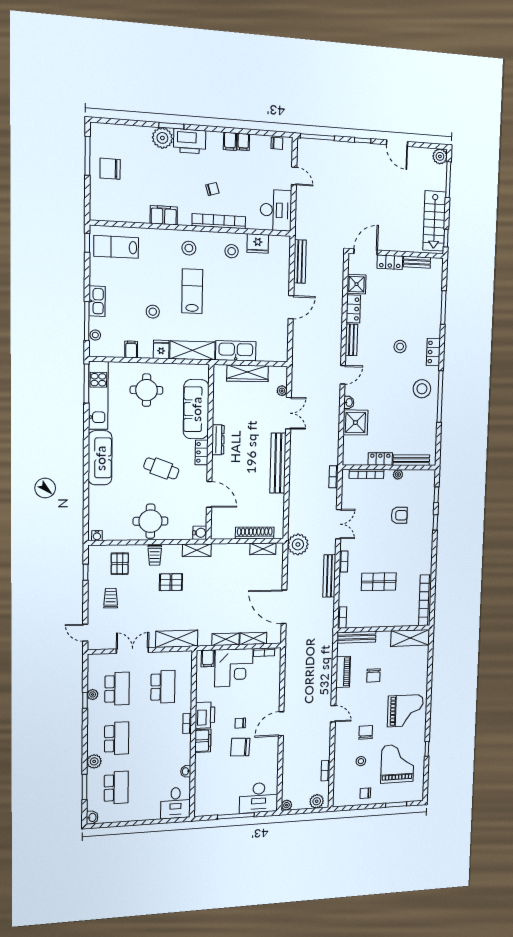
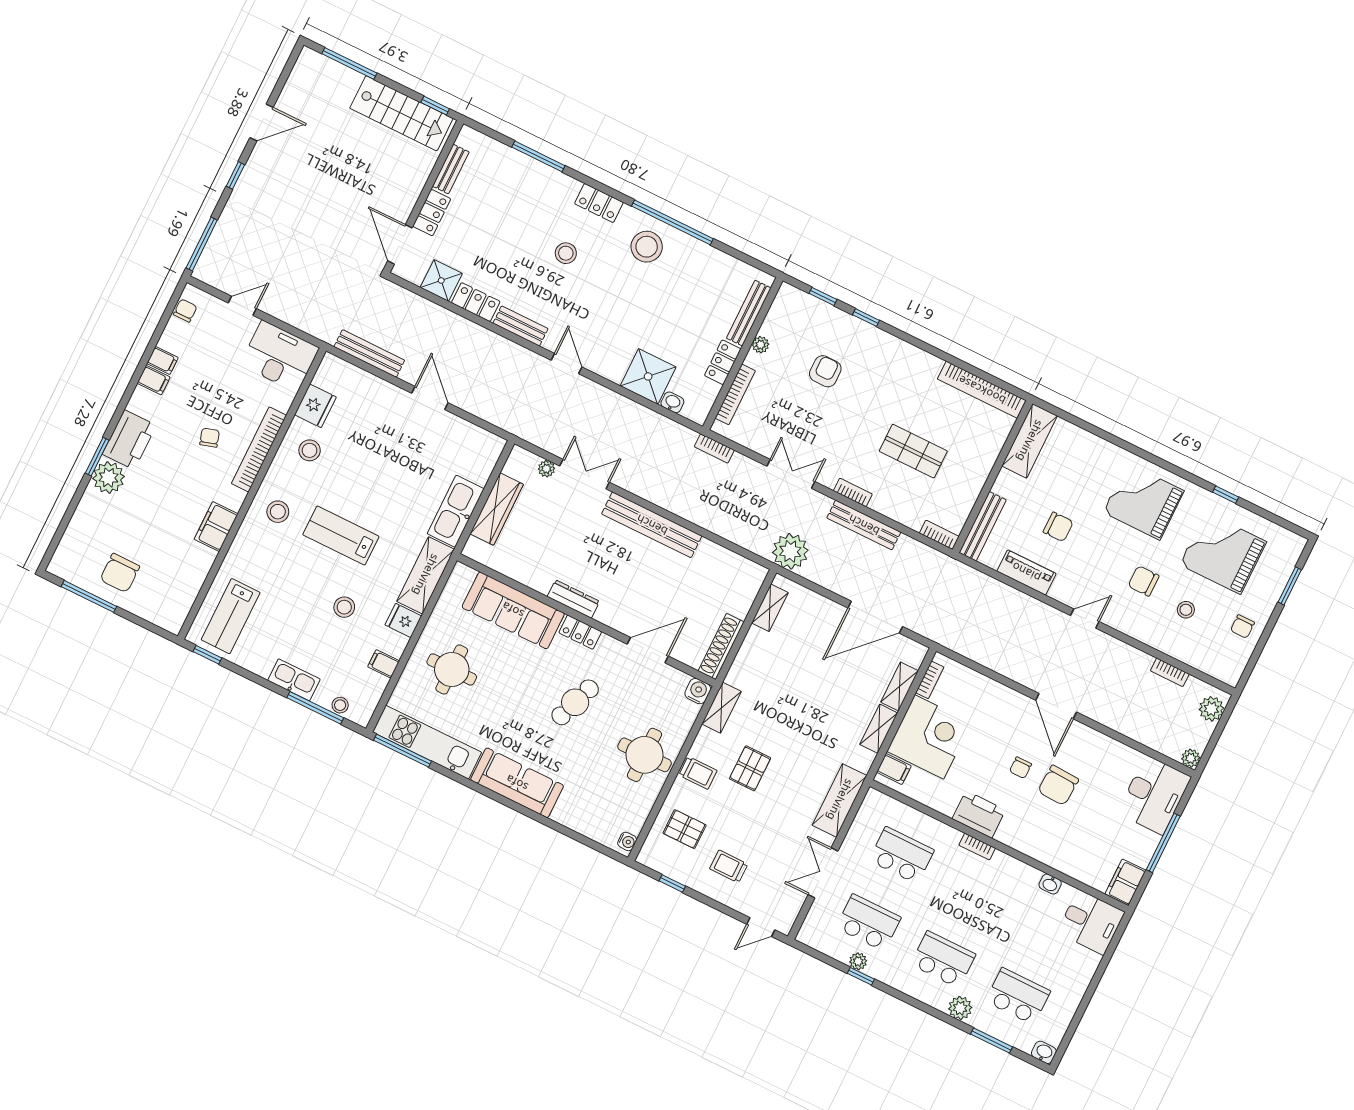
plant: (440, 156) -> (309, 62), removed
washbasin: (349, 402) -> (672, 402), moved
shoe rack: (255, 533) -> (721, 646), moved
shop shelf: (379, 582) -> (913, 451), turned 90
grand piano: (405, 711) -> (1143, 501), turned -90
filing cabinet: (203, 741) -> (1125, 882), moved, turned -90

